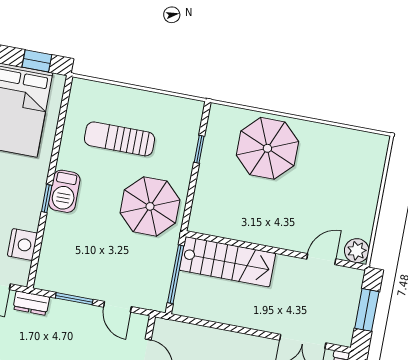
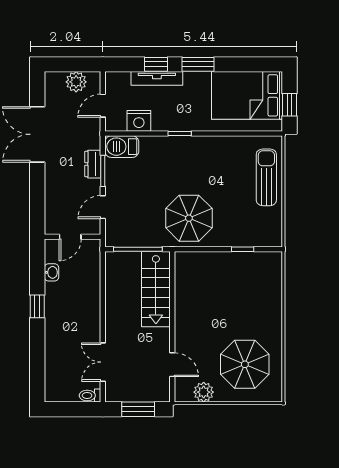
sun lounger: (119, 139) -> (266, 177), moved
parasol: (267, 148) -> (245, 364), moved
barbecue: (64, 191) -> (122, 147), moved
plant: (357, 251) -> (204, 392), moved
dresser: (31, 303) -> (93, 164), moved

